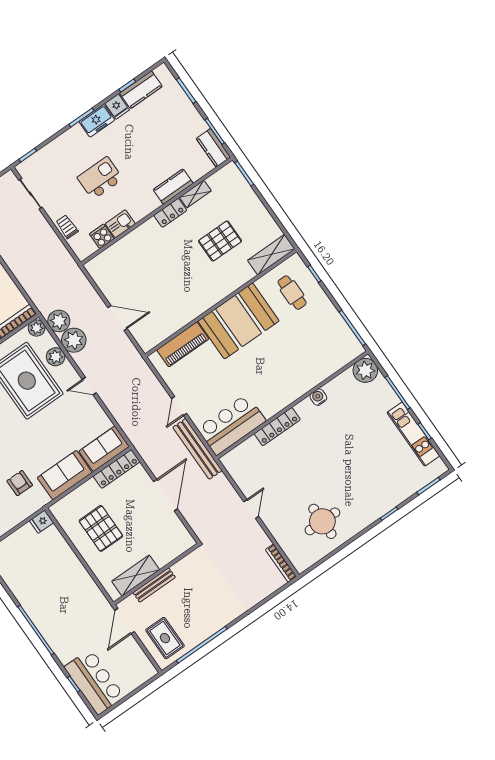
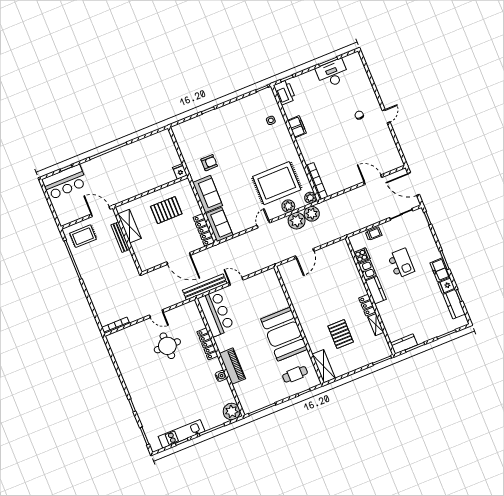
kitchen counter: (173, 187) -> (376, 290), moved
piano: (183, 344) -> (232, 366), moved, turned 180
round table: (322, 521) -> (167, 346), moved

